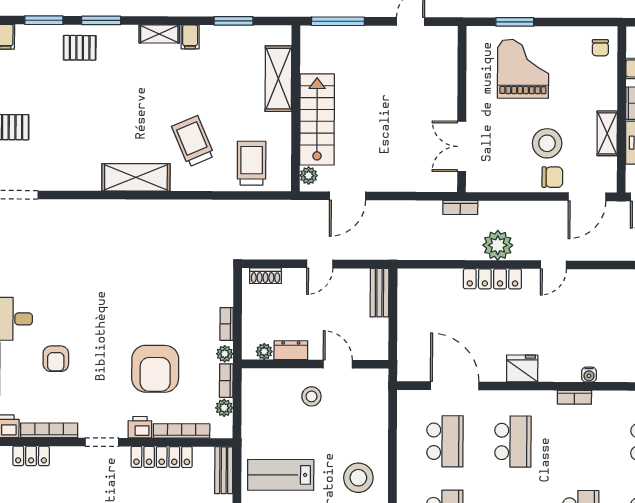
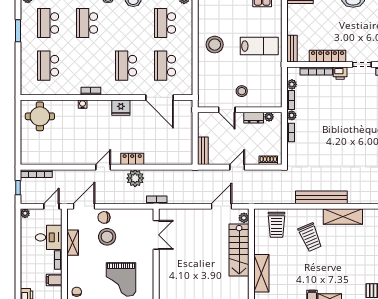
bench: (173, 211) -> (321, 197), added
locker: (492, 279) -> (132, 159), width x0.66
armchair: (155, 369) -> (331, 107), removed

